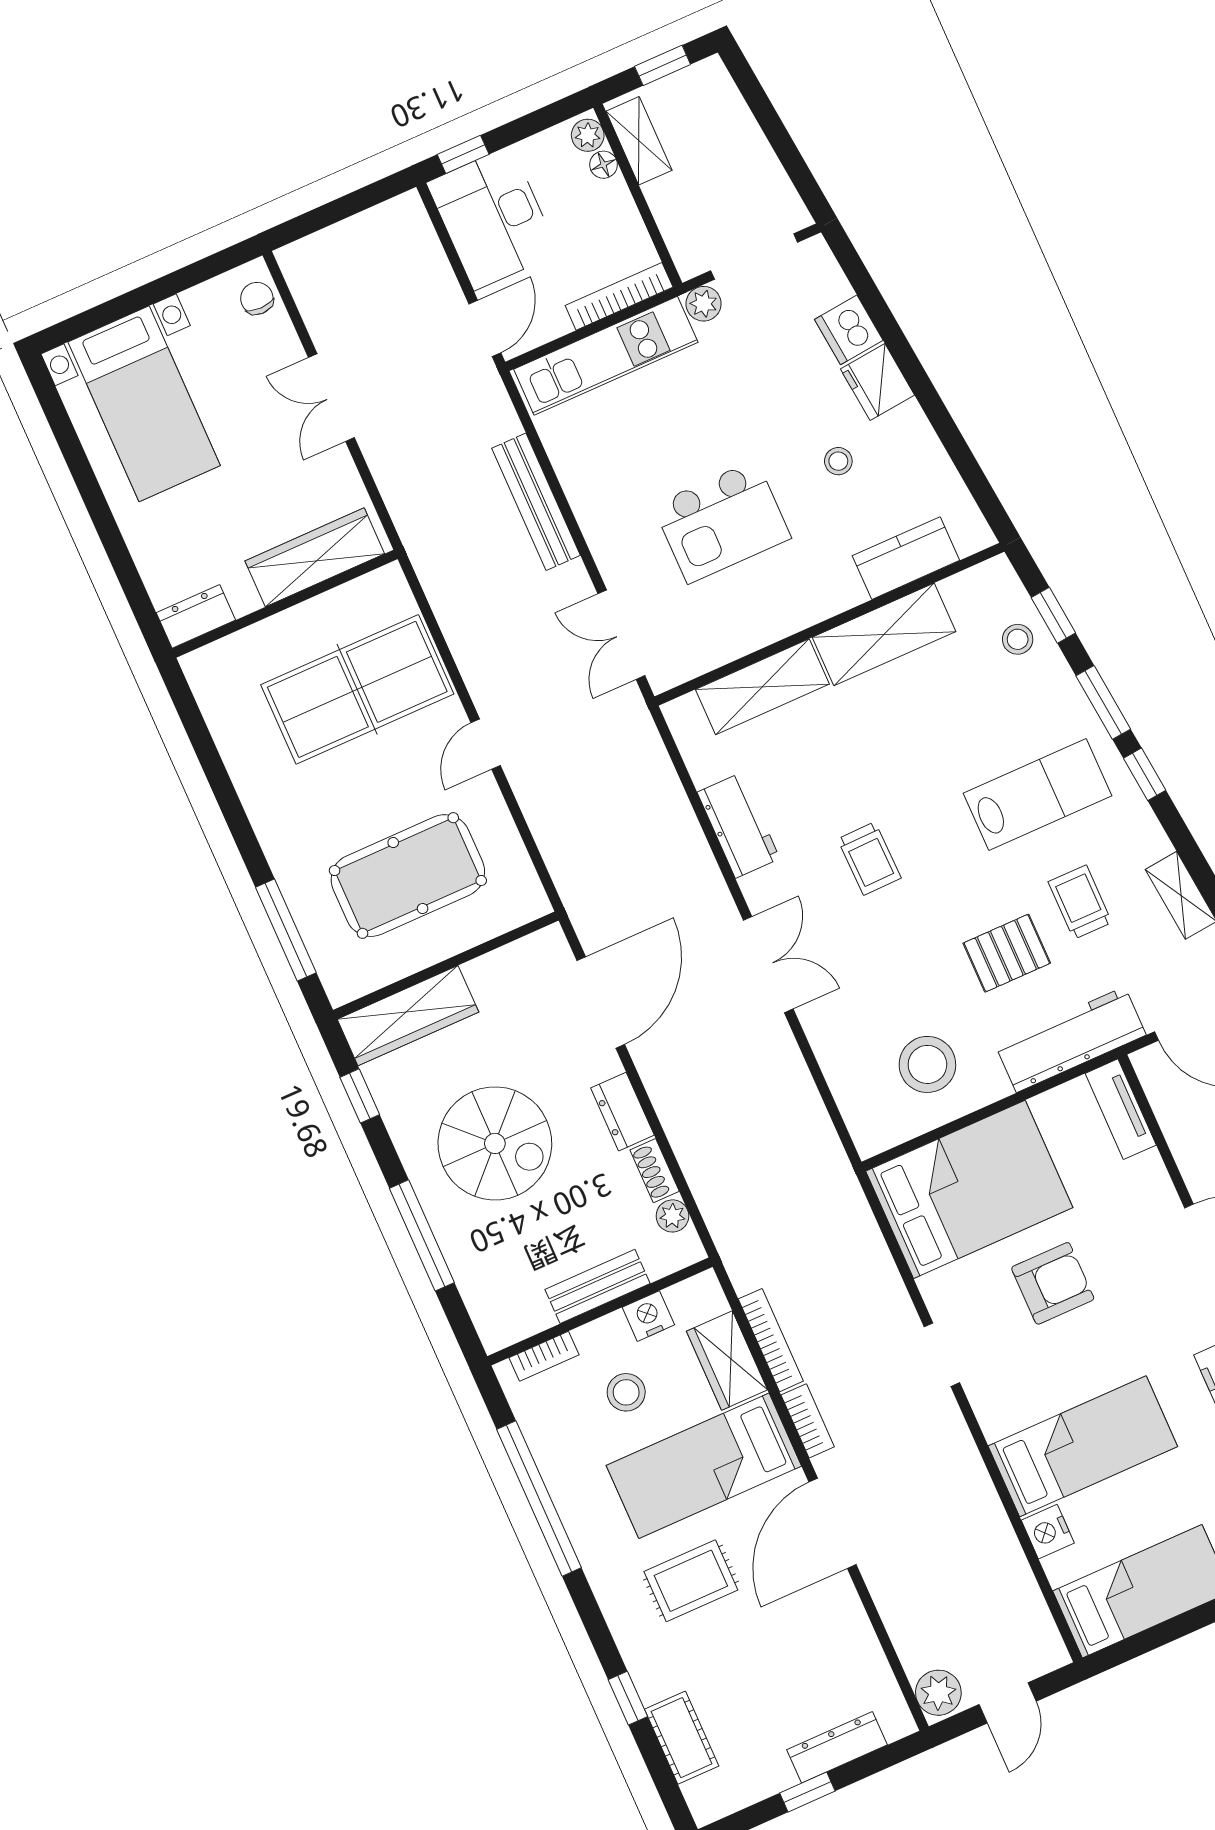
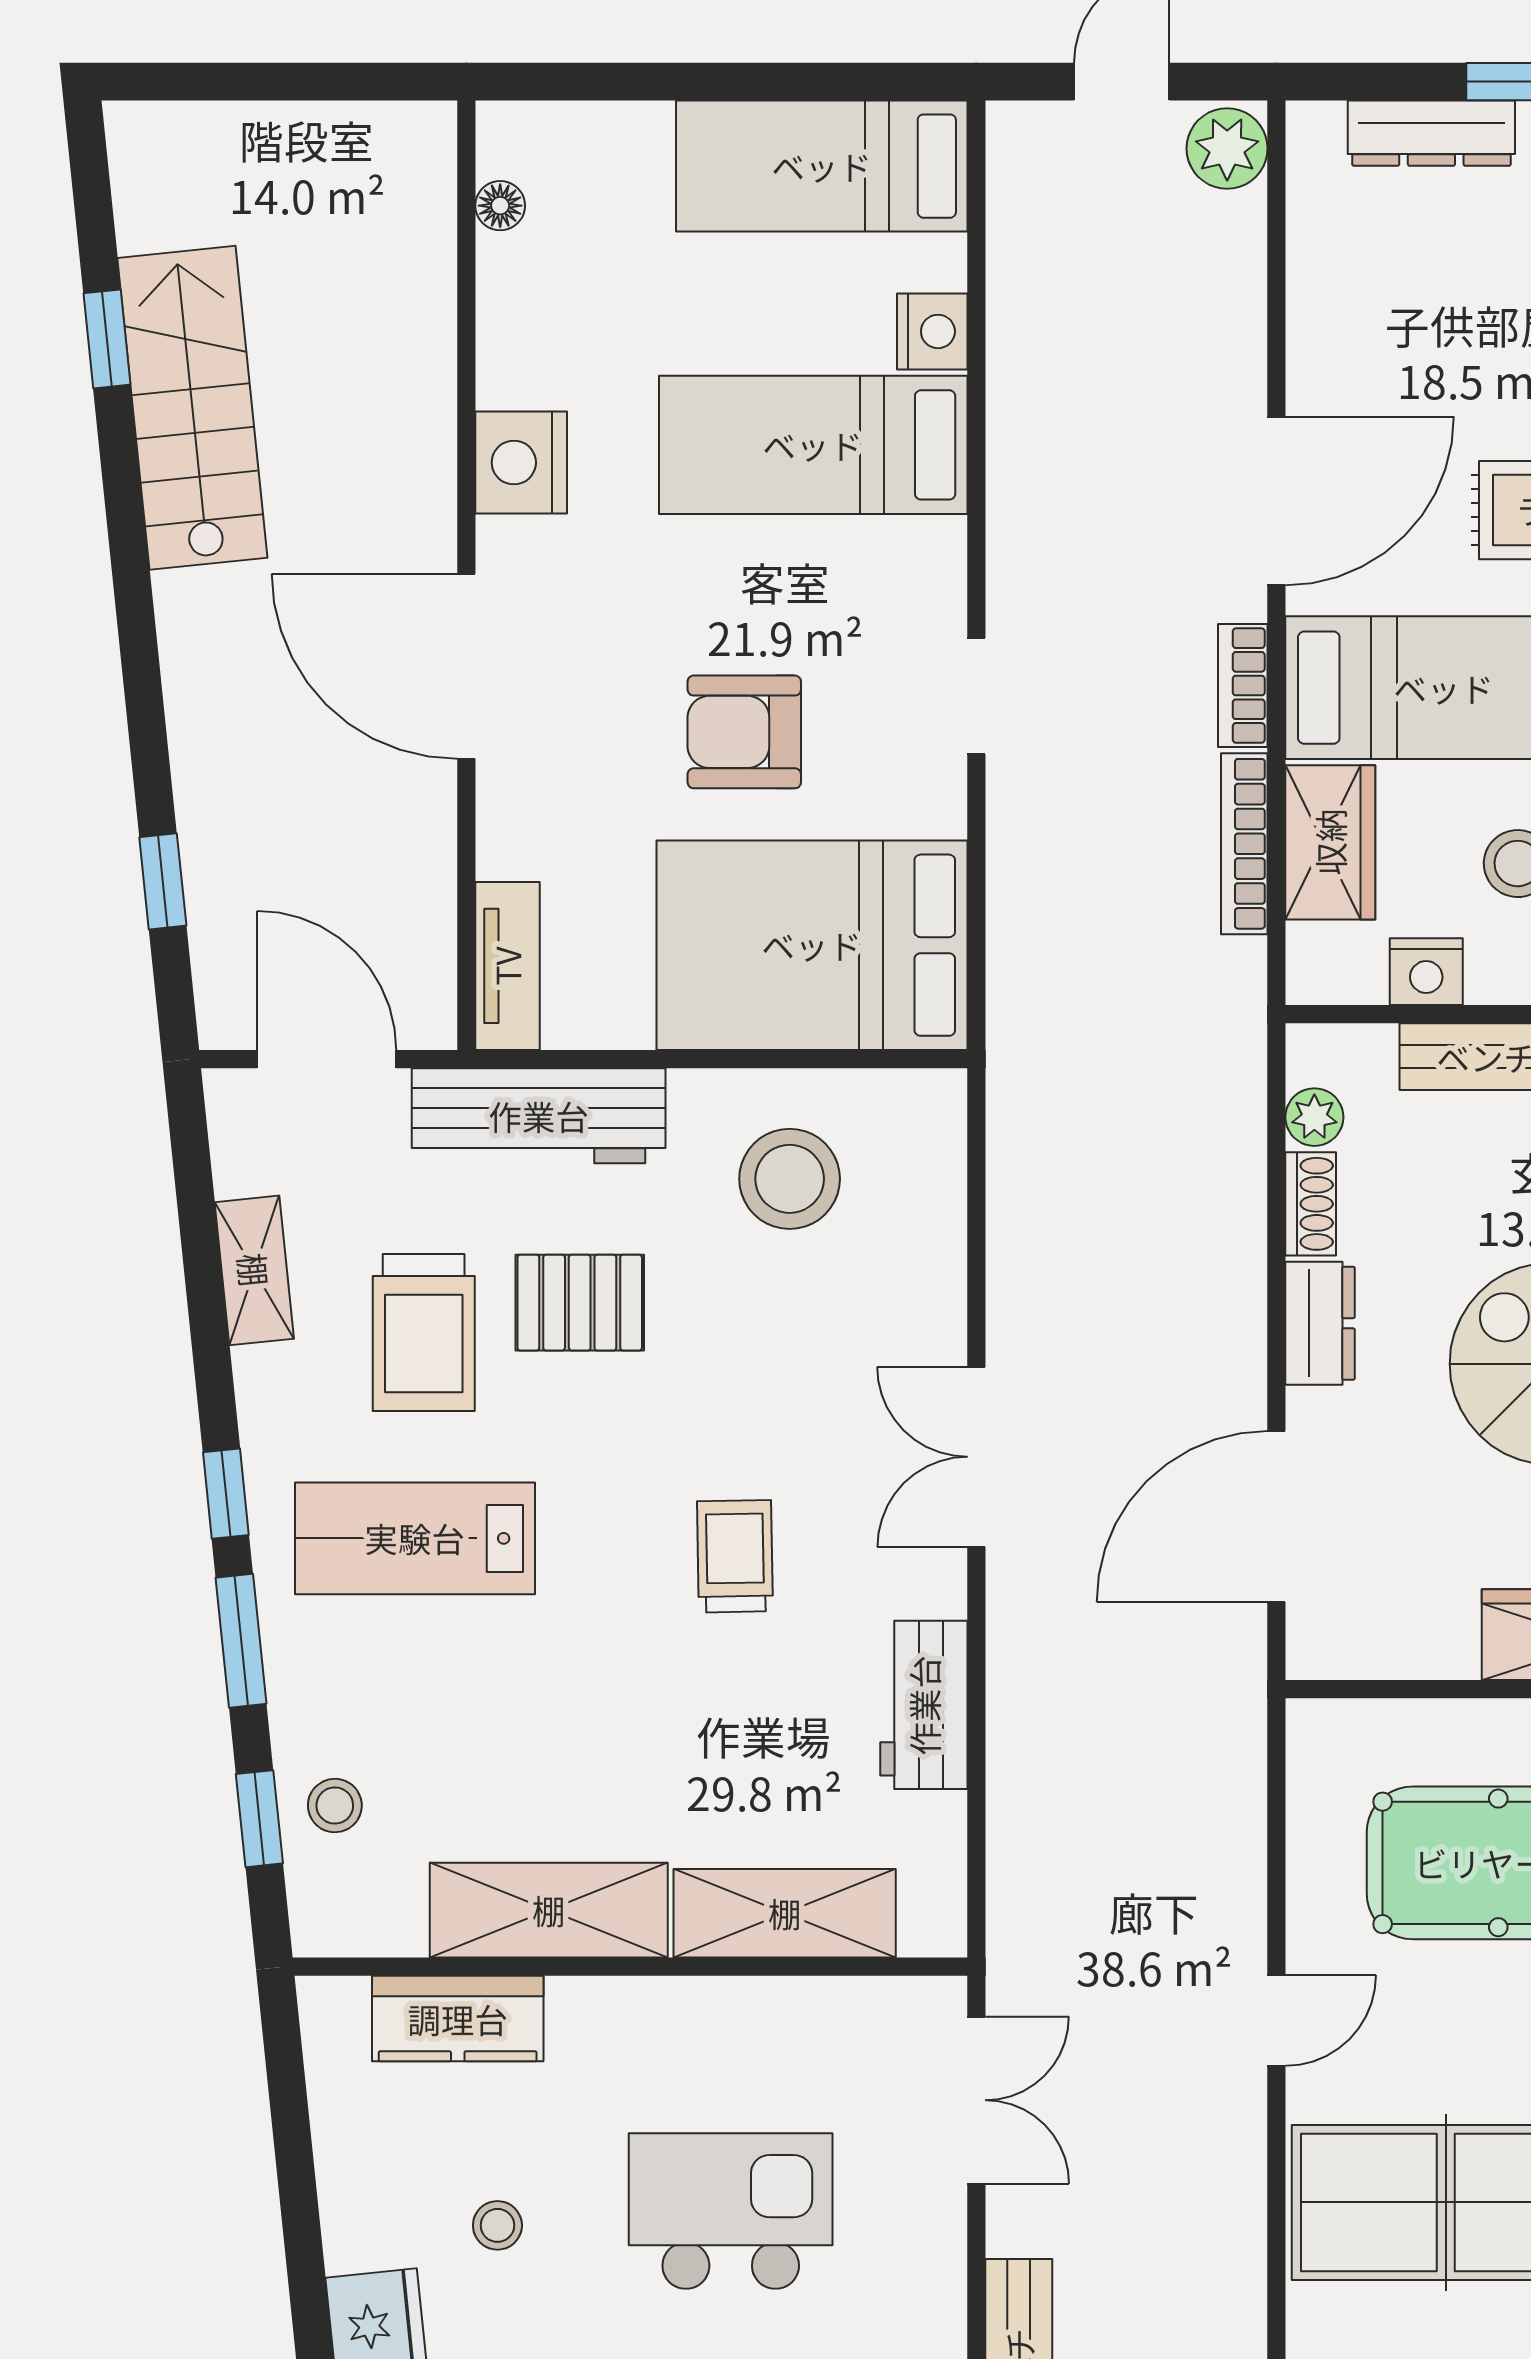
trolley: (1080, 902) -> (424, 1332), width x1.36, depth x1.39

